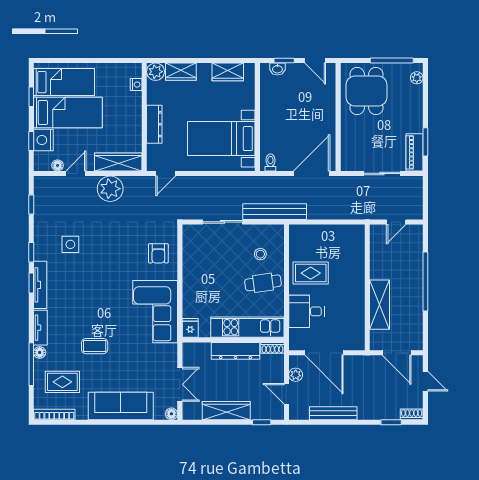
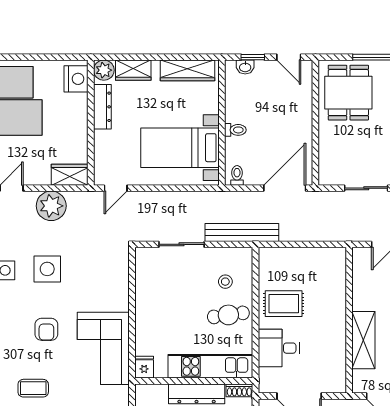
wardrobe: (228, 72) -> (187, 70), width x1.50
nightstand: (136, 85) -> (76, 79), width x1.89, depth x1.79
toilet: (269, 123) -> (235, 130), added
dresser: (154, 124) -> (102, 107), moved
wardrobe: (118, 162) -> (70, 175), width x0.67
side table: (107, 243) -> (47, 269), added
armchair: (158, 253) -> (46, 329), moved

